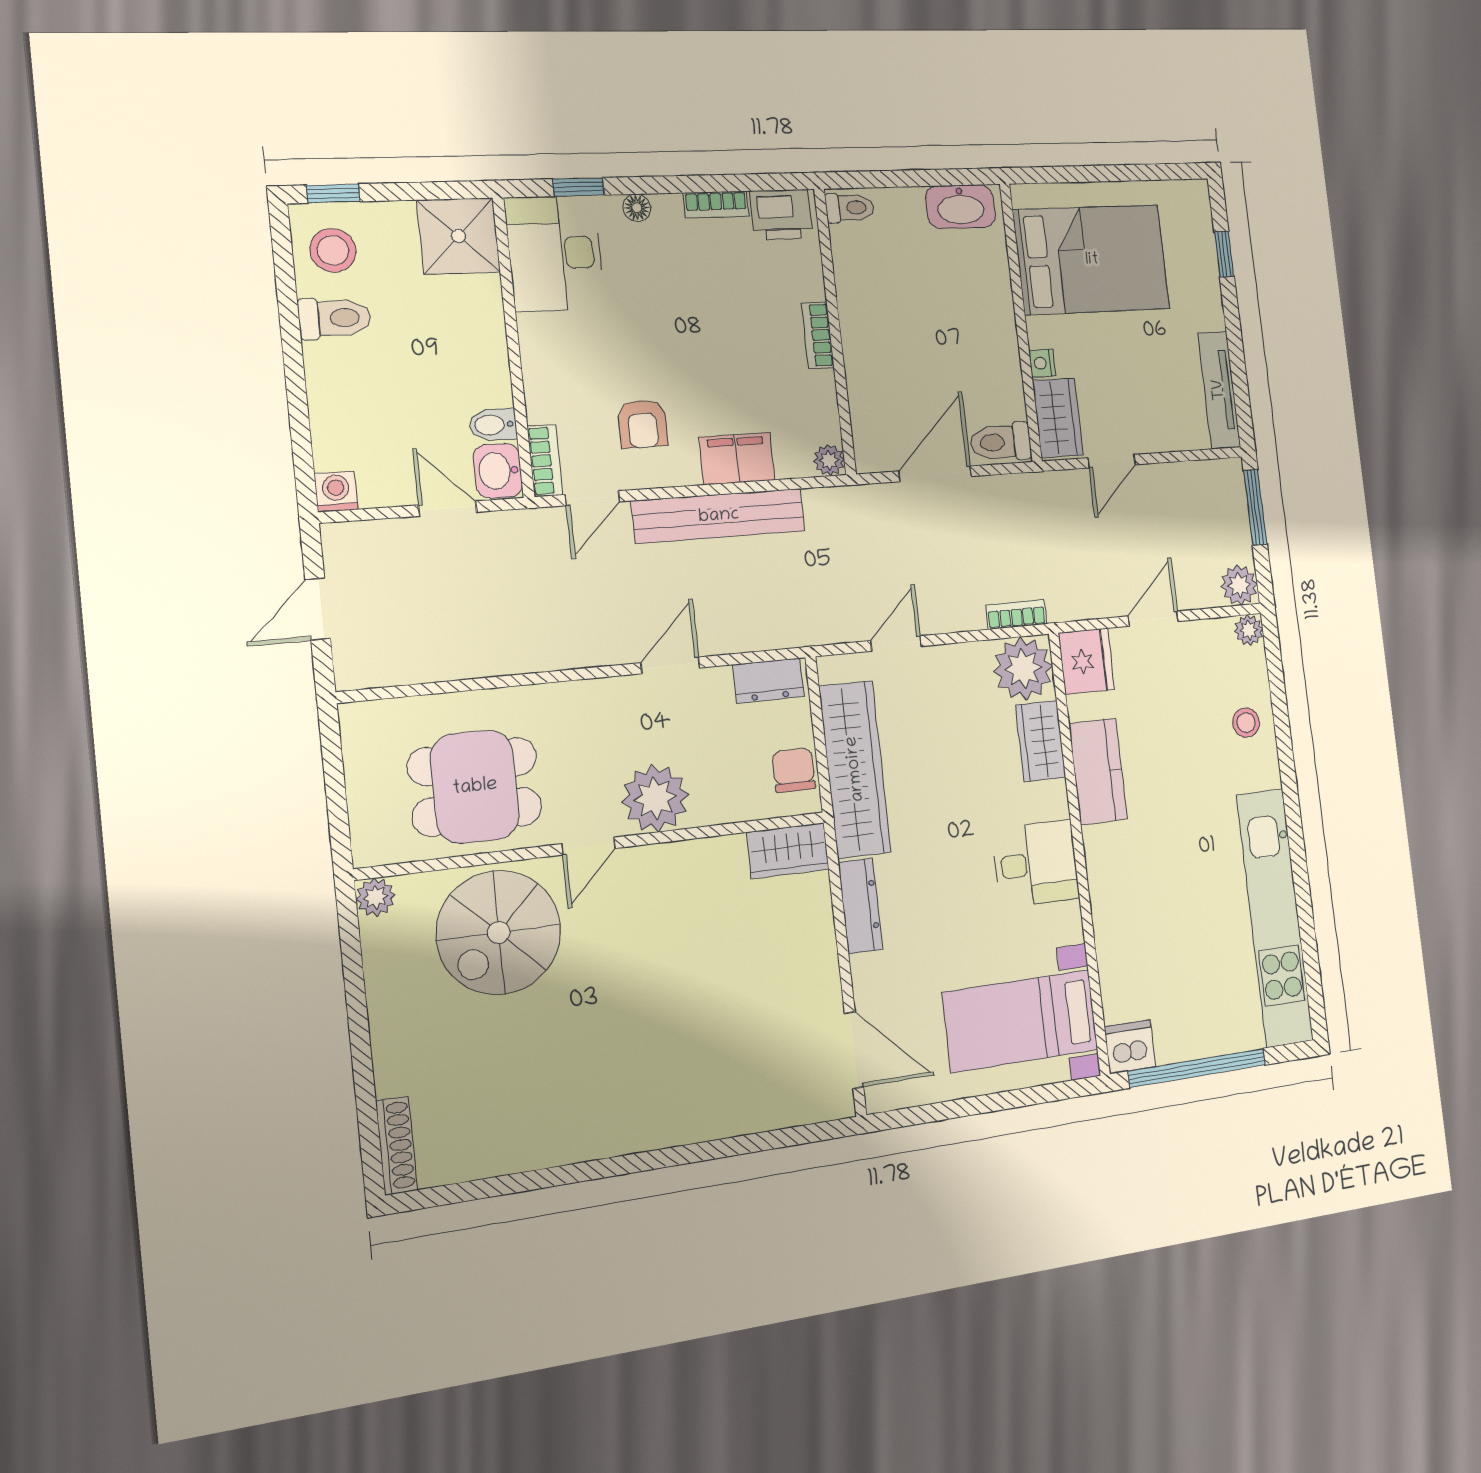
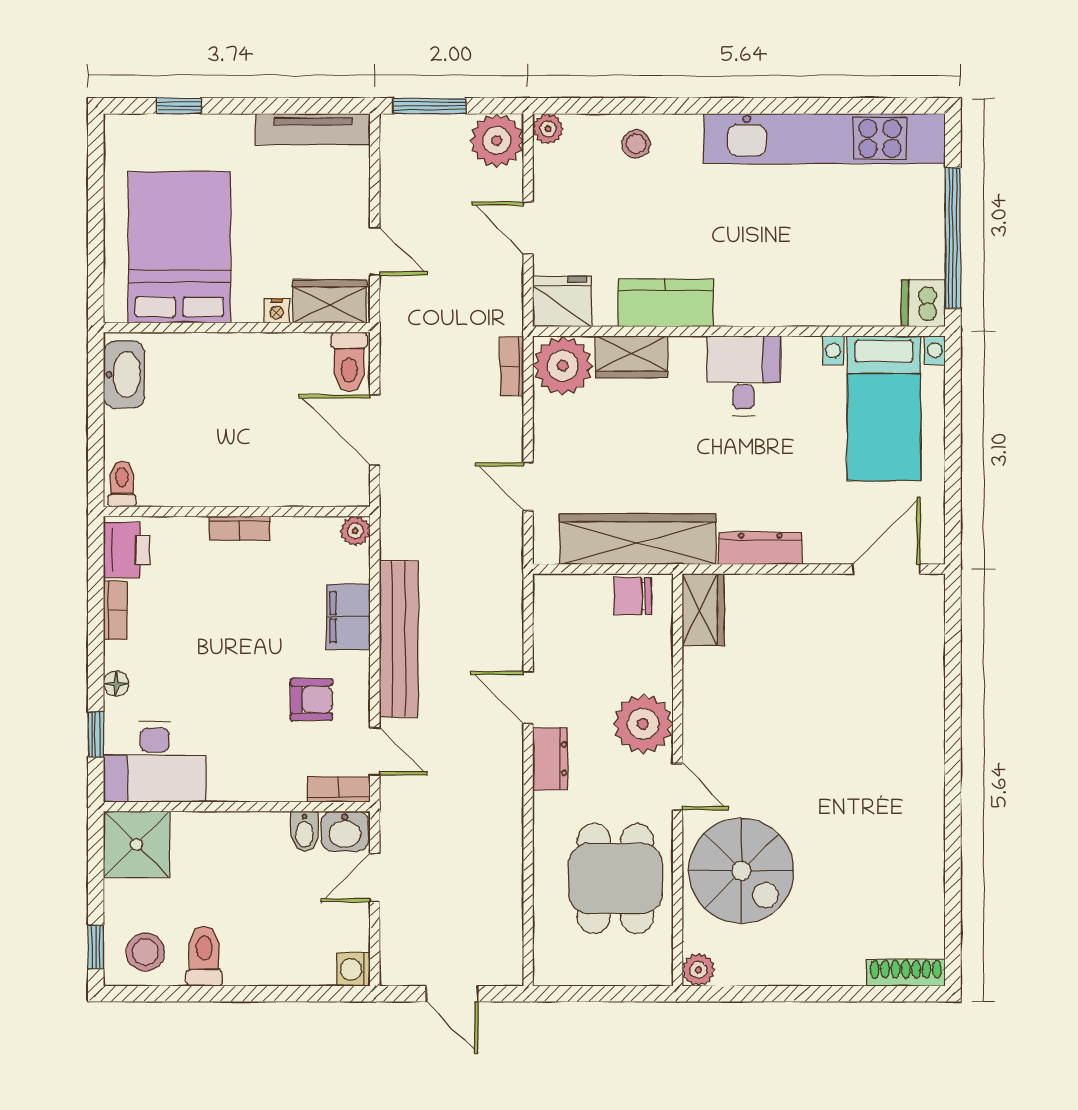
plant: (1239, 585) -> (497, 140), width x1.36, depth x1.36
dresser: (769, 681) -> (550, 759), moved

